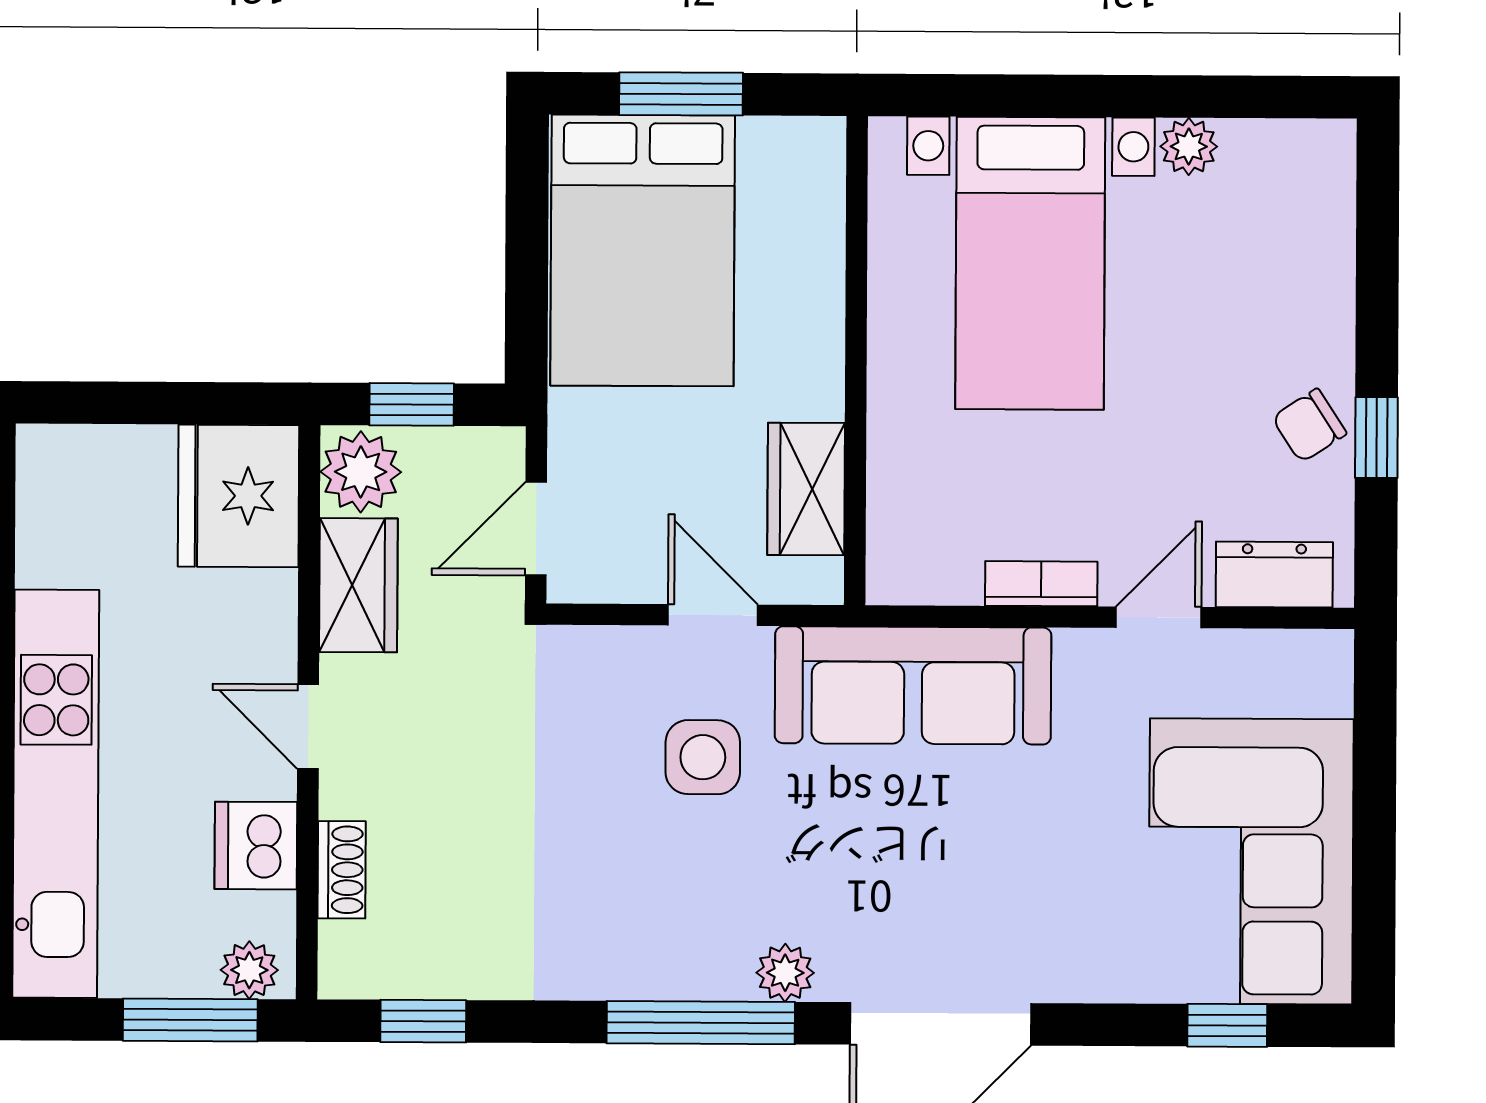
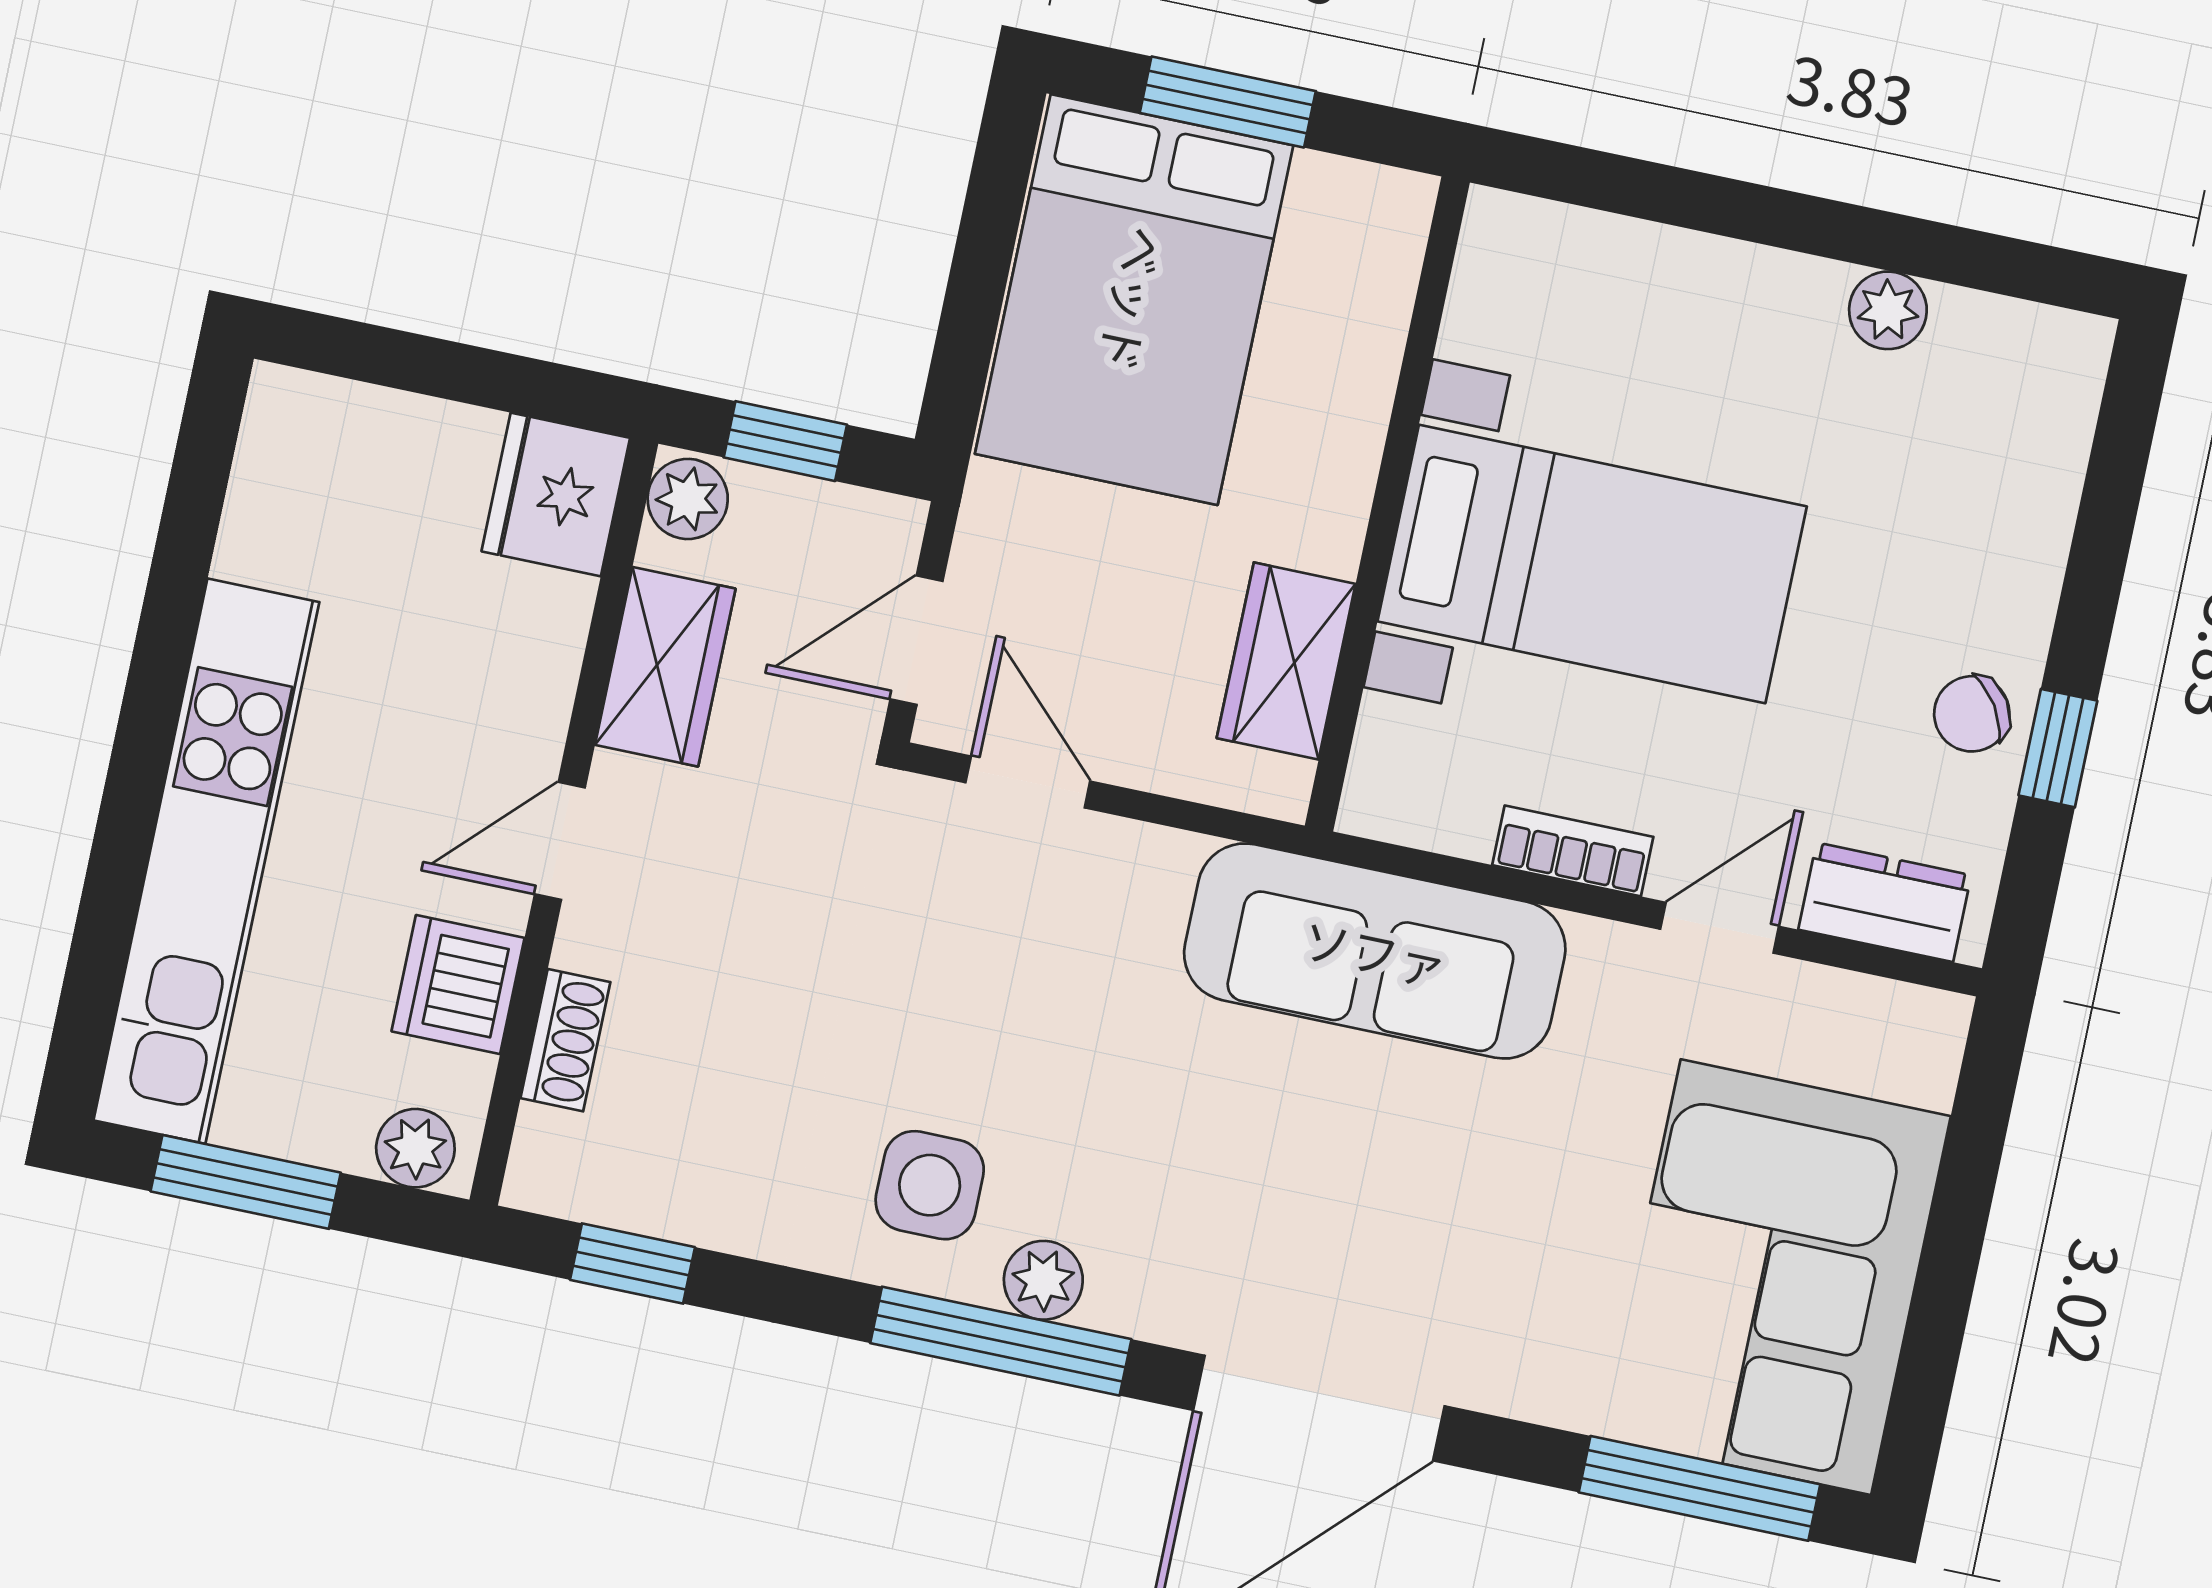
bed with nightstands: (1030, 263) -> (1592, 564), moved, turned -90
plant: (361, 472) -> (688, 499), width x0.73, depth x0.73
fridge: (238, 496) -> (556, 495), width x0.73, depth x0.75
door: (713, 615) -> (1028, 782), moved
door: (308, 727) -> (560, 841), hinge flipped
side table: (703, 757) -> (930, 1185), moved
plant: (785, 973) -> (1043, 1280), moved
window: (190, 1020) -> (246, 1182), moved
window: (1227, 1025) -> (1699, 1488), width x2.17

